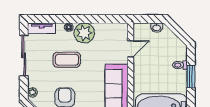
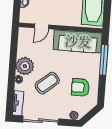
door: (130, 49) -> (42, 26), swing flipped
coffee table: (67, 60) -> (47, 83), turned 50

